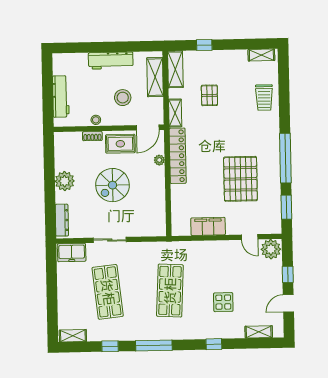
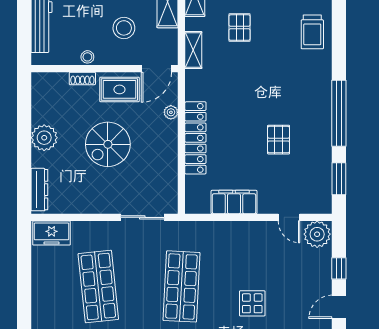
locker: (178, 156) -> (195, 138), moved
pallet: (240, 179) -> (279, 140), width x0.49, depth x0.50
sliding door: (110, 240) -> (142, 217), moved

